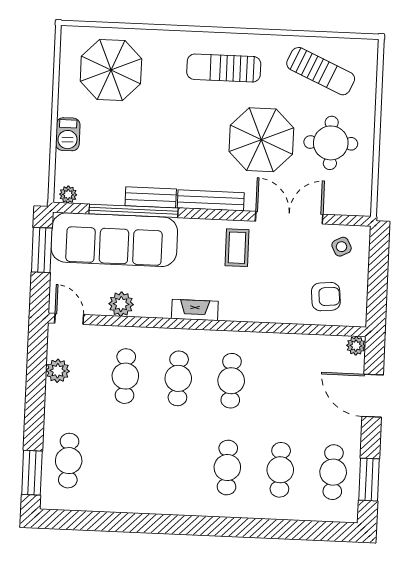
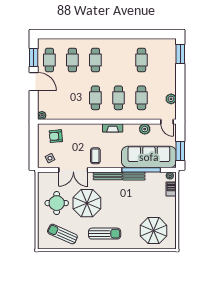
barbecue: (68, 134) -> (171, 189), moved
door: (373, 396) -> (34, 82), moved
cafe table: (69, 461) -> (142, 60), moved

